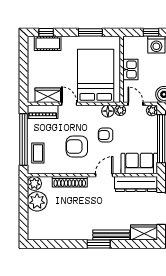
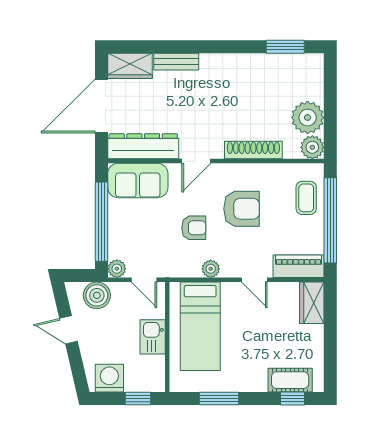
window: (151, 32) -> (138, 398), moved
bed: (96, 76) -> (200, 326), width x0.67
wardrobe: (48, 95) -> (312, 303), moved, turned 90
plant: (120, 110) -> (211, 269), moved
floor lamp: (108, 111) -> (190, 268), removed
bench: (111, 235) -> (176, 62), width x0.73
window: (99, 244) -> (285, 47), moved

